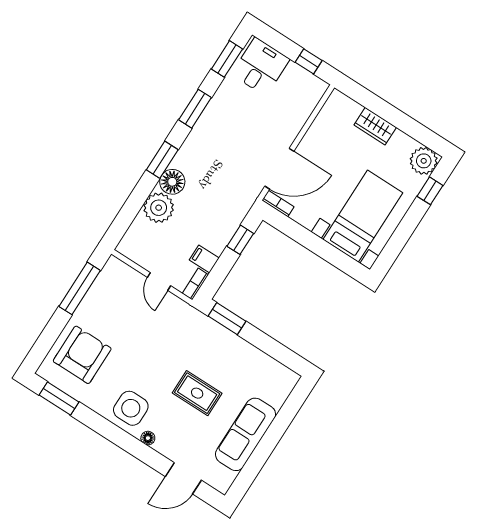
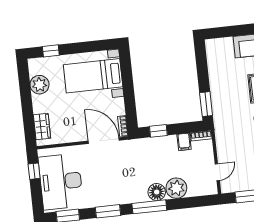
desk: (260, 67) -> (61, 182), width x1.87, depth x1.30
wardrobe: (375, 126) -> (42, 126), moved
window: (162, 160) -> (149, 207), width x1.44
plant: (424, 161) -> (39, 85), moved
door: (159, 282) -> (217, 172), moved

